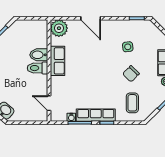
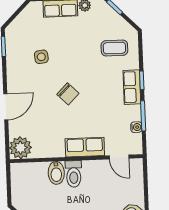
row of seats: (58, 61) -> (85, 147), moved
chair: (131, 74) -> (68, 94), moved
door: (49, 103) -> (119, 157), hinge flipped
row of seats: (96, 115) -> (132, 87), width x0.68

